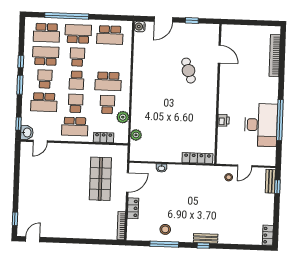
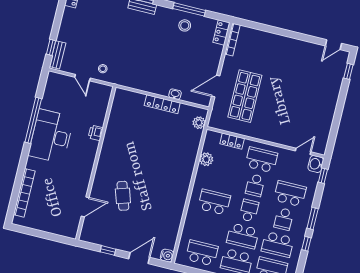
door: (219, 54) -> (85, 207), swing flipped
school desk: (77, 57) -> (243, 236), width x1.85
school desk: (107, 105) -> (220, 177), removed
desk: (261, 125) -> (51, 136), moved
plant: (136, 135) -> (199, 123), moved
locker: (197, 158) -> (162, 104), moved
door: (245, 166) -> (82, 78), swing flipped
locker: (133, 208) -> (221, 32), moved

